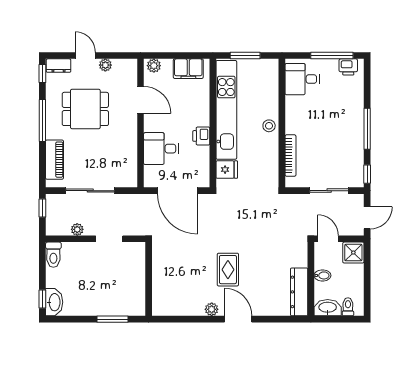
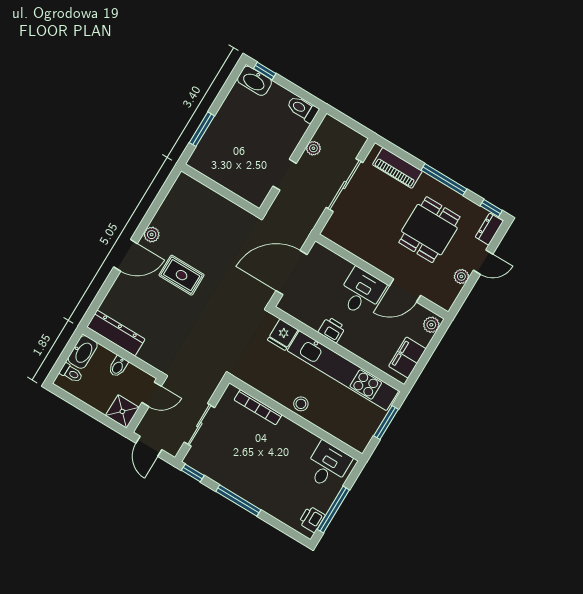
desk: (161, 149) -> (361, 292), moved
window: (42, 208) -> (356, 126), removed

